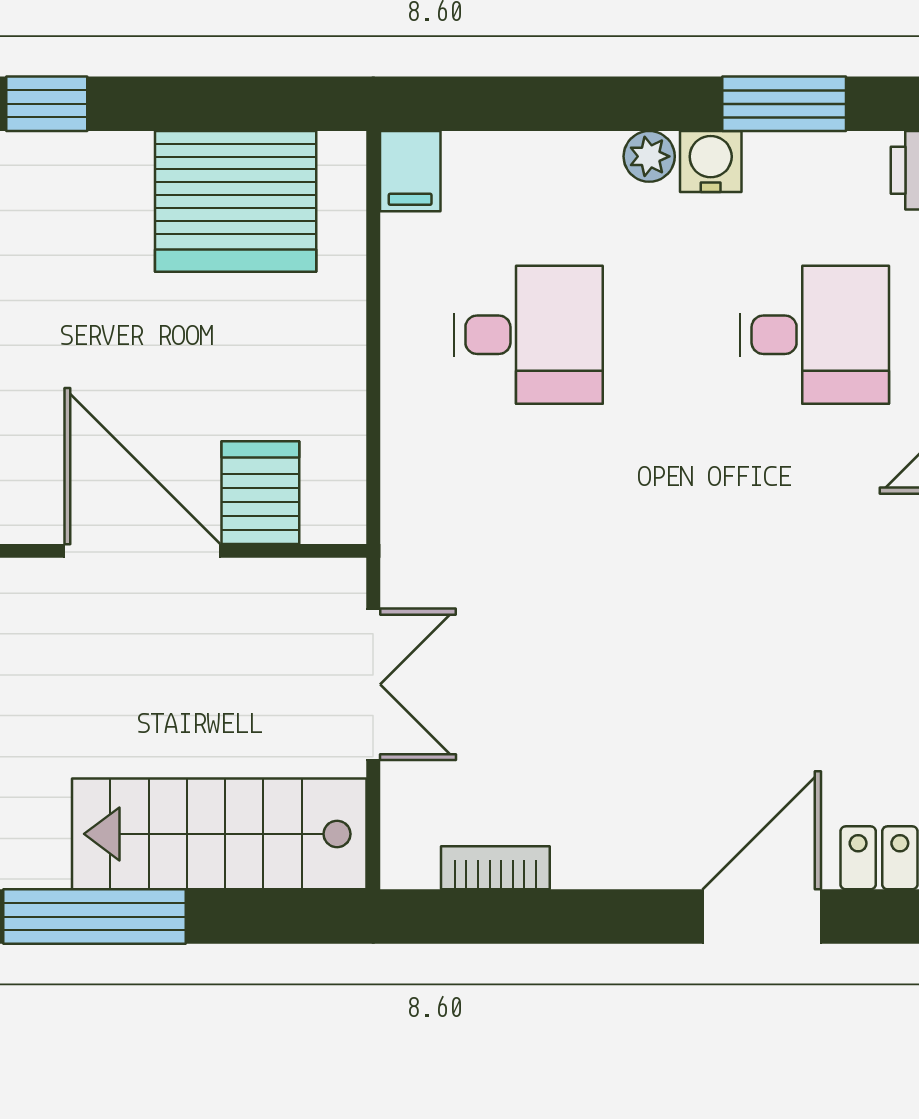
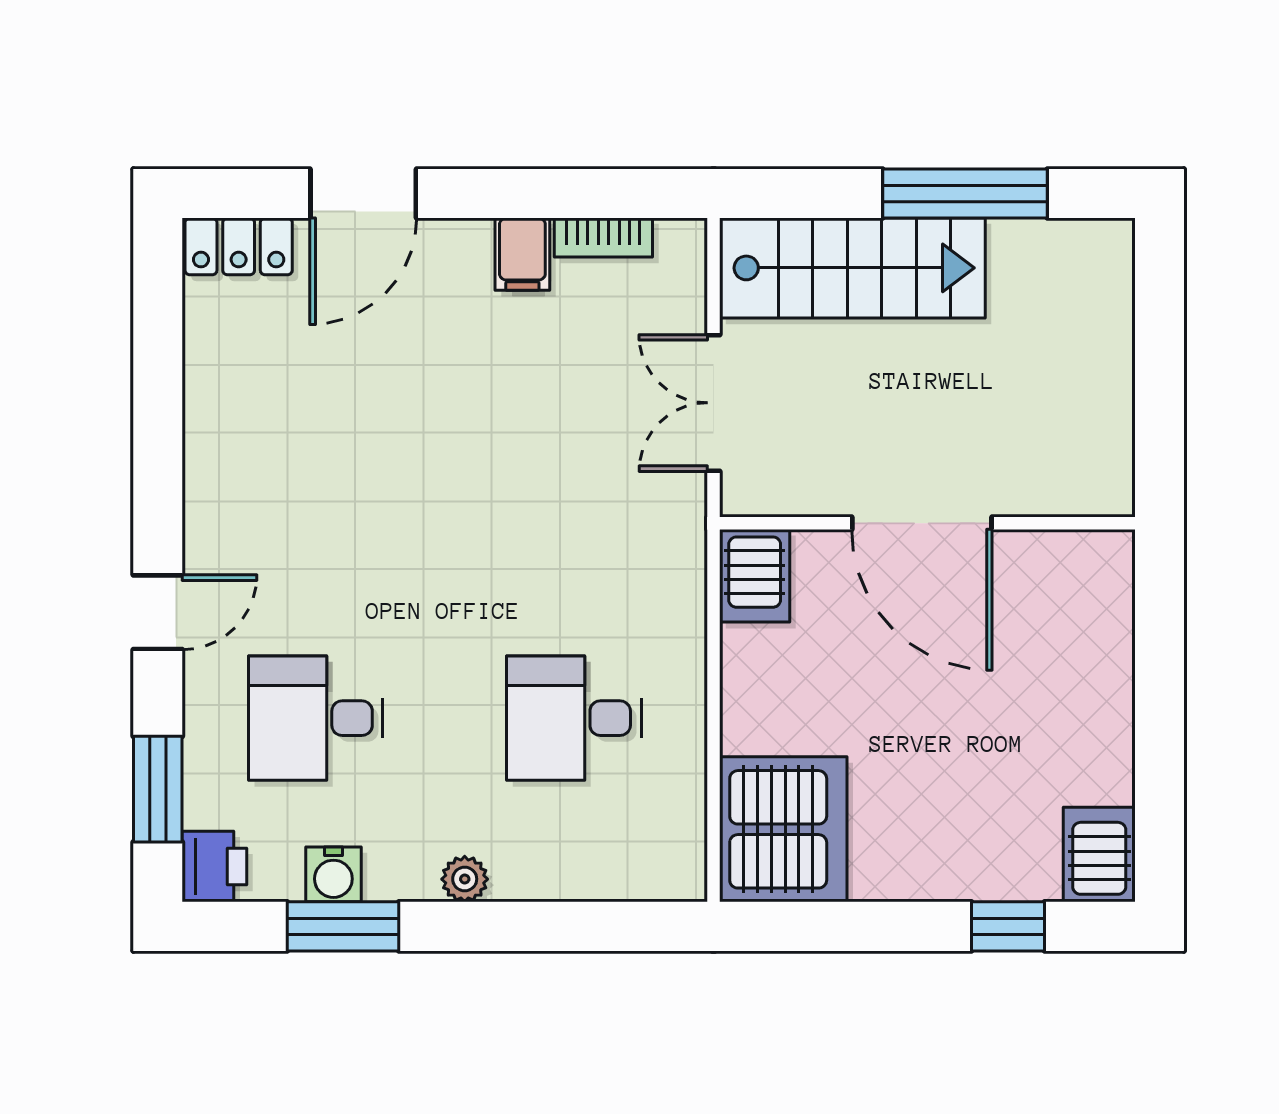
water cooler: (711, 162) -> (333, 874), moved
filing cabinet: (410, 171) -> (522, 254), moved, turned 180
server rack: (236, 201) -> (783, 829), moved, turned 90
server rack: (260, 493) -> (755, 576), moved

